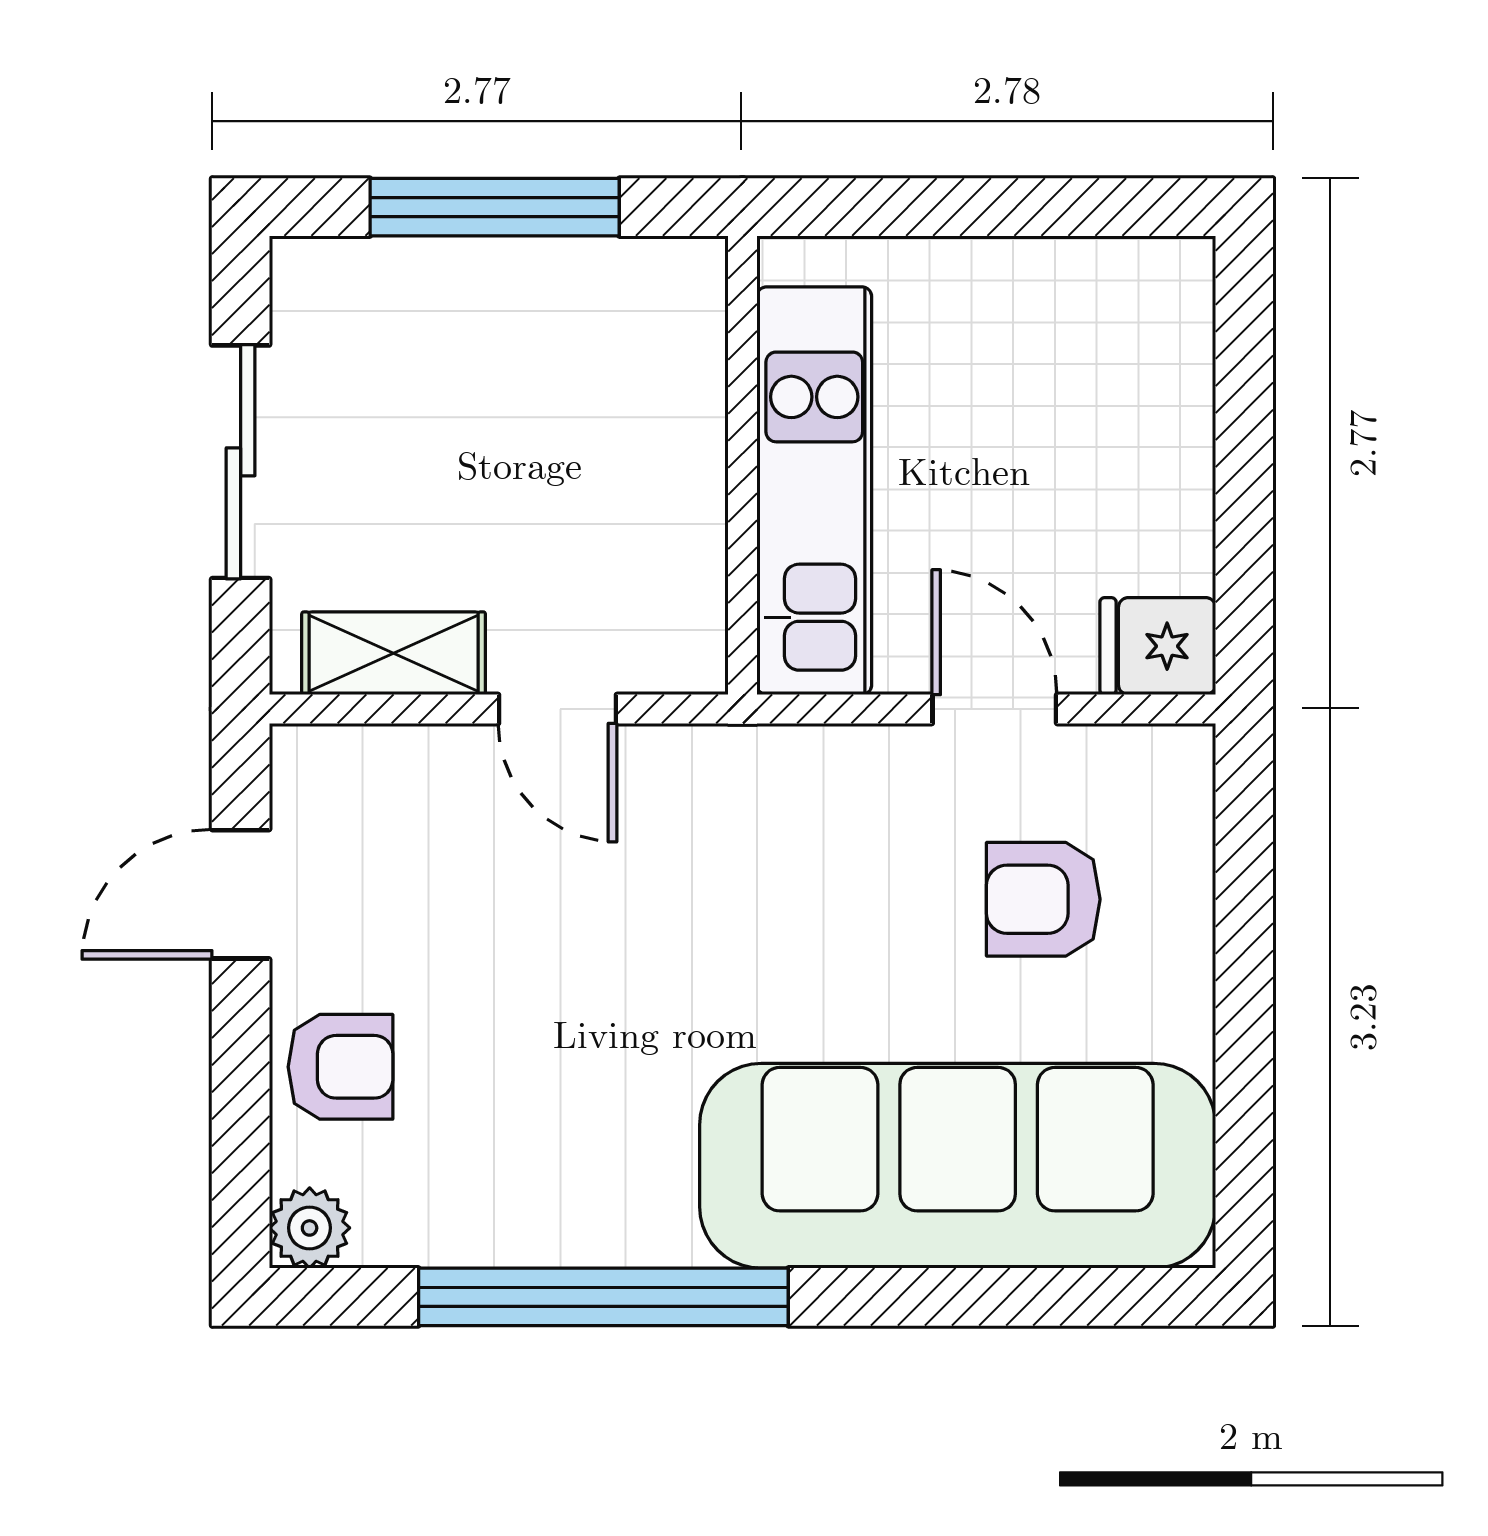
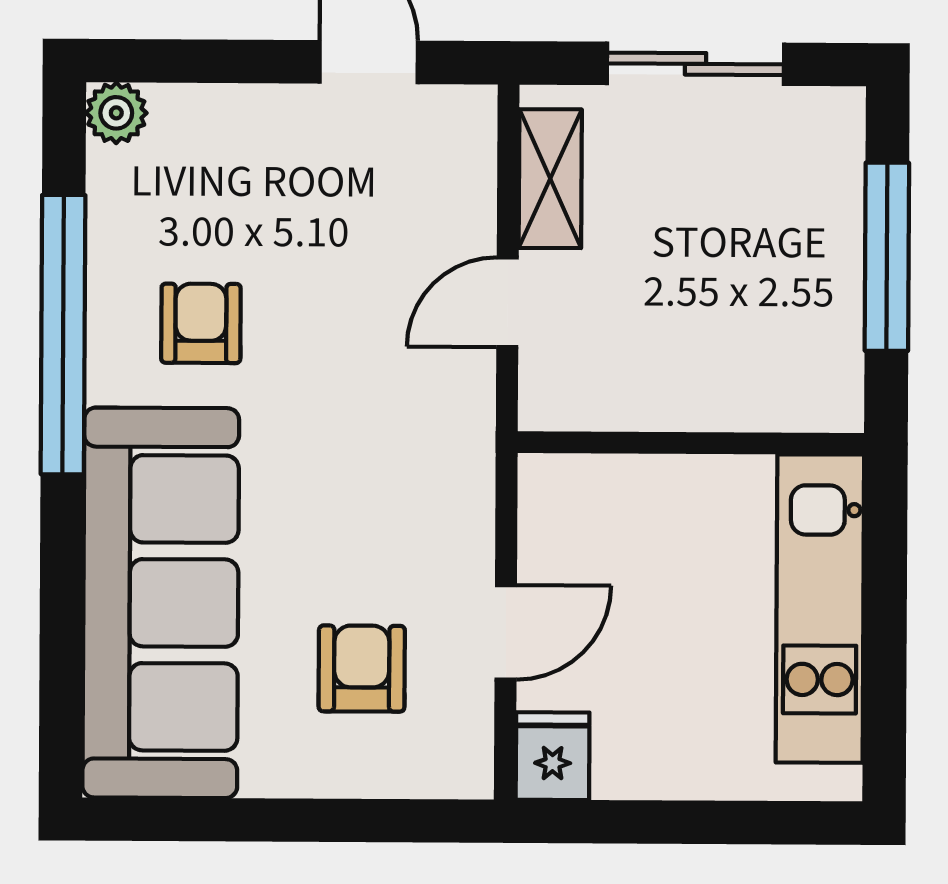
kitchen unit: (814, 491) -> (820, 609), moved, turned 90
armchair: (340, 1067) -> (201, 323), moved, turned 180

